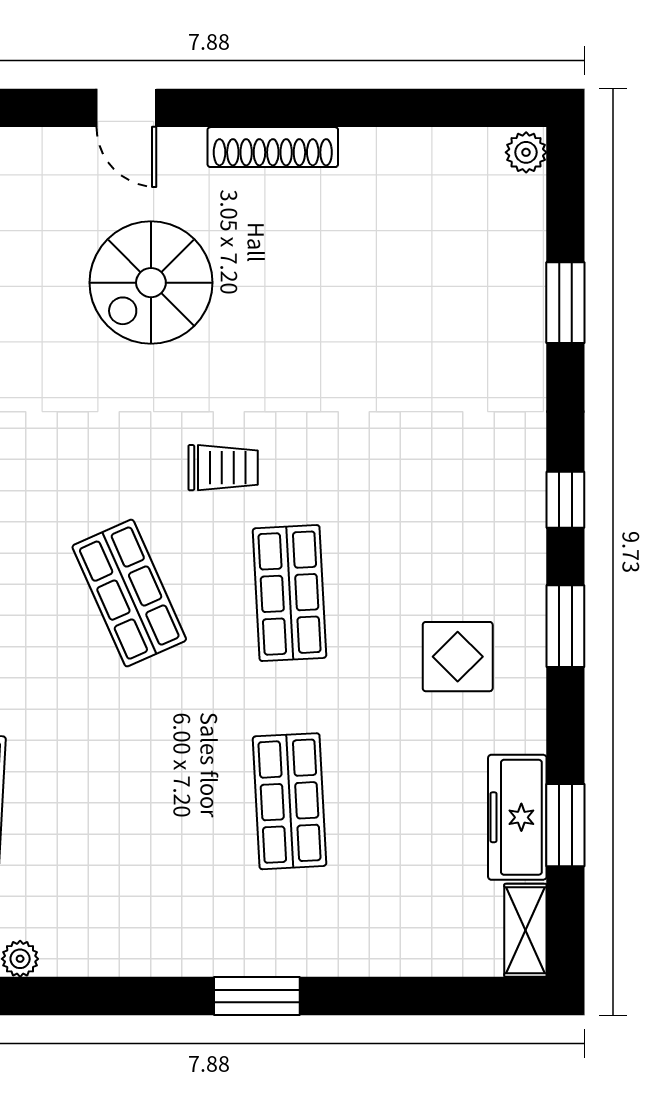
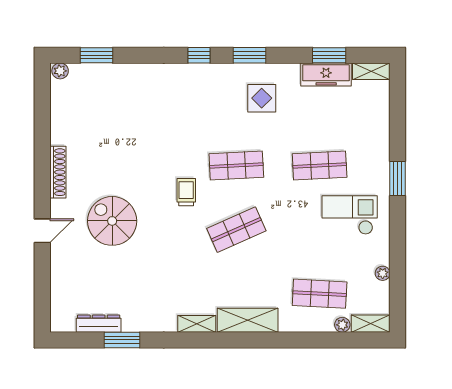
spiral stairs: (151, 283) -> (112, 221), turned 180
window: (565, 303) -> (97, 55), moved
checkout: (166, 876) -> (350, 215), added

